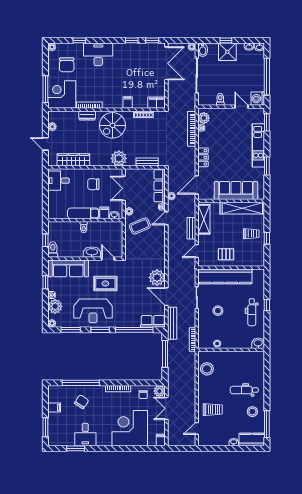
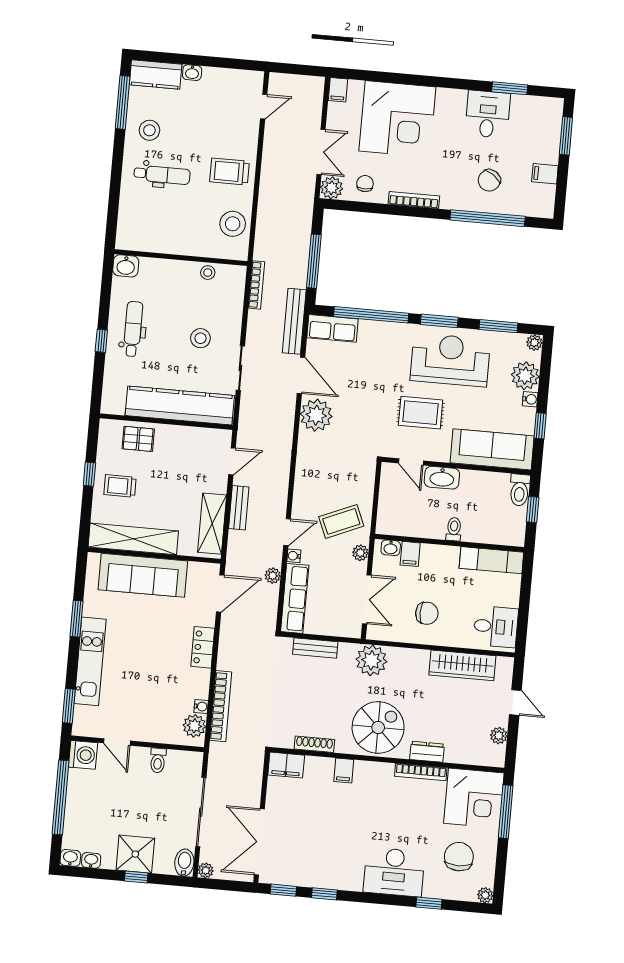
exam couch: (83, 213) -> (491, 560), moved
pallet: (226, 254) -> (138, 439), moved
trolley: (213, 410) -> (229, 172), moved

